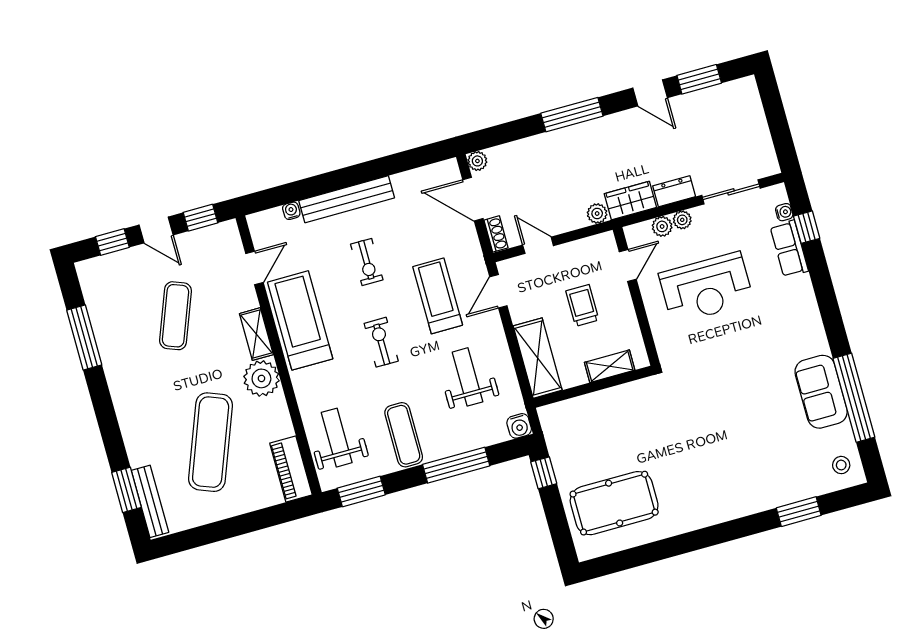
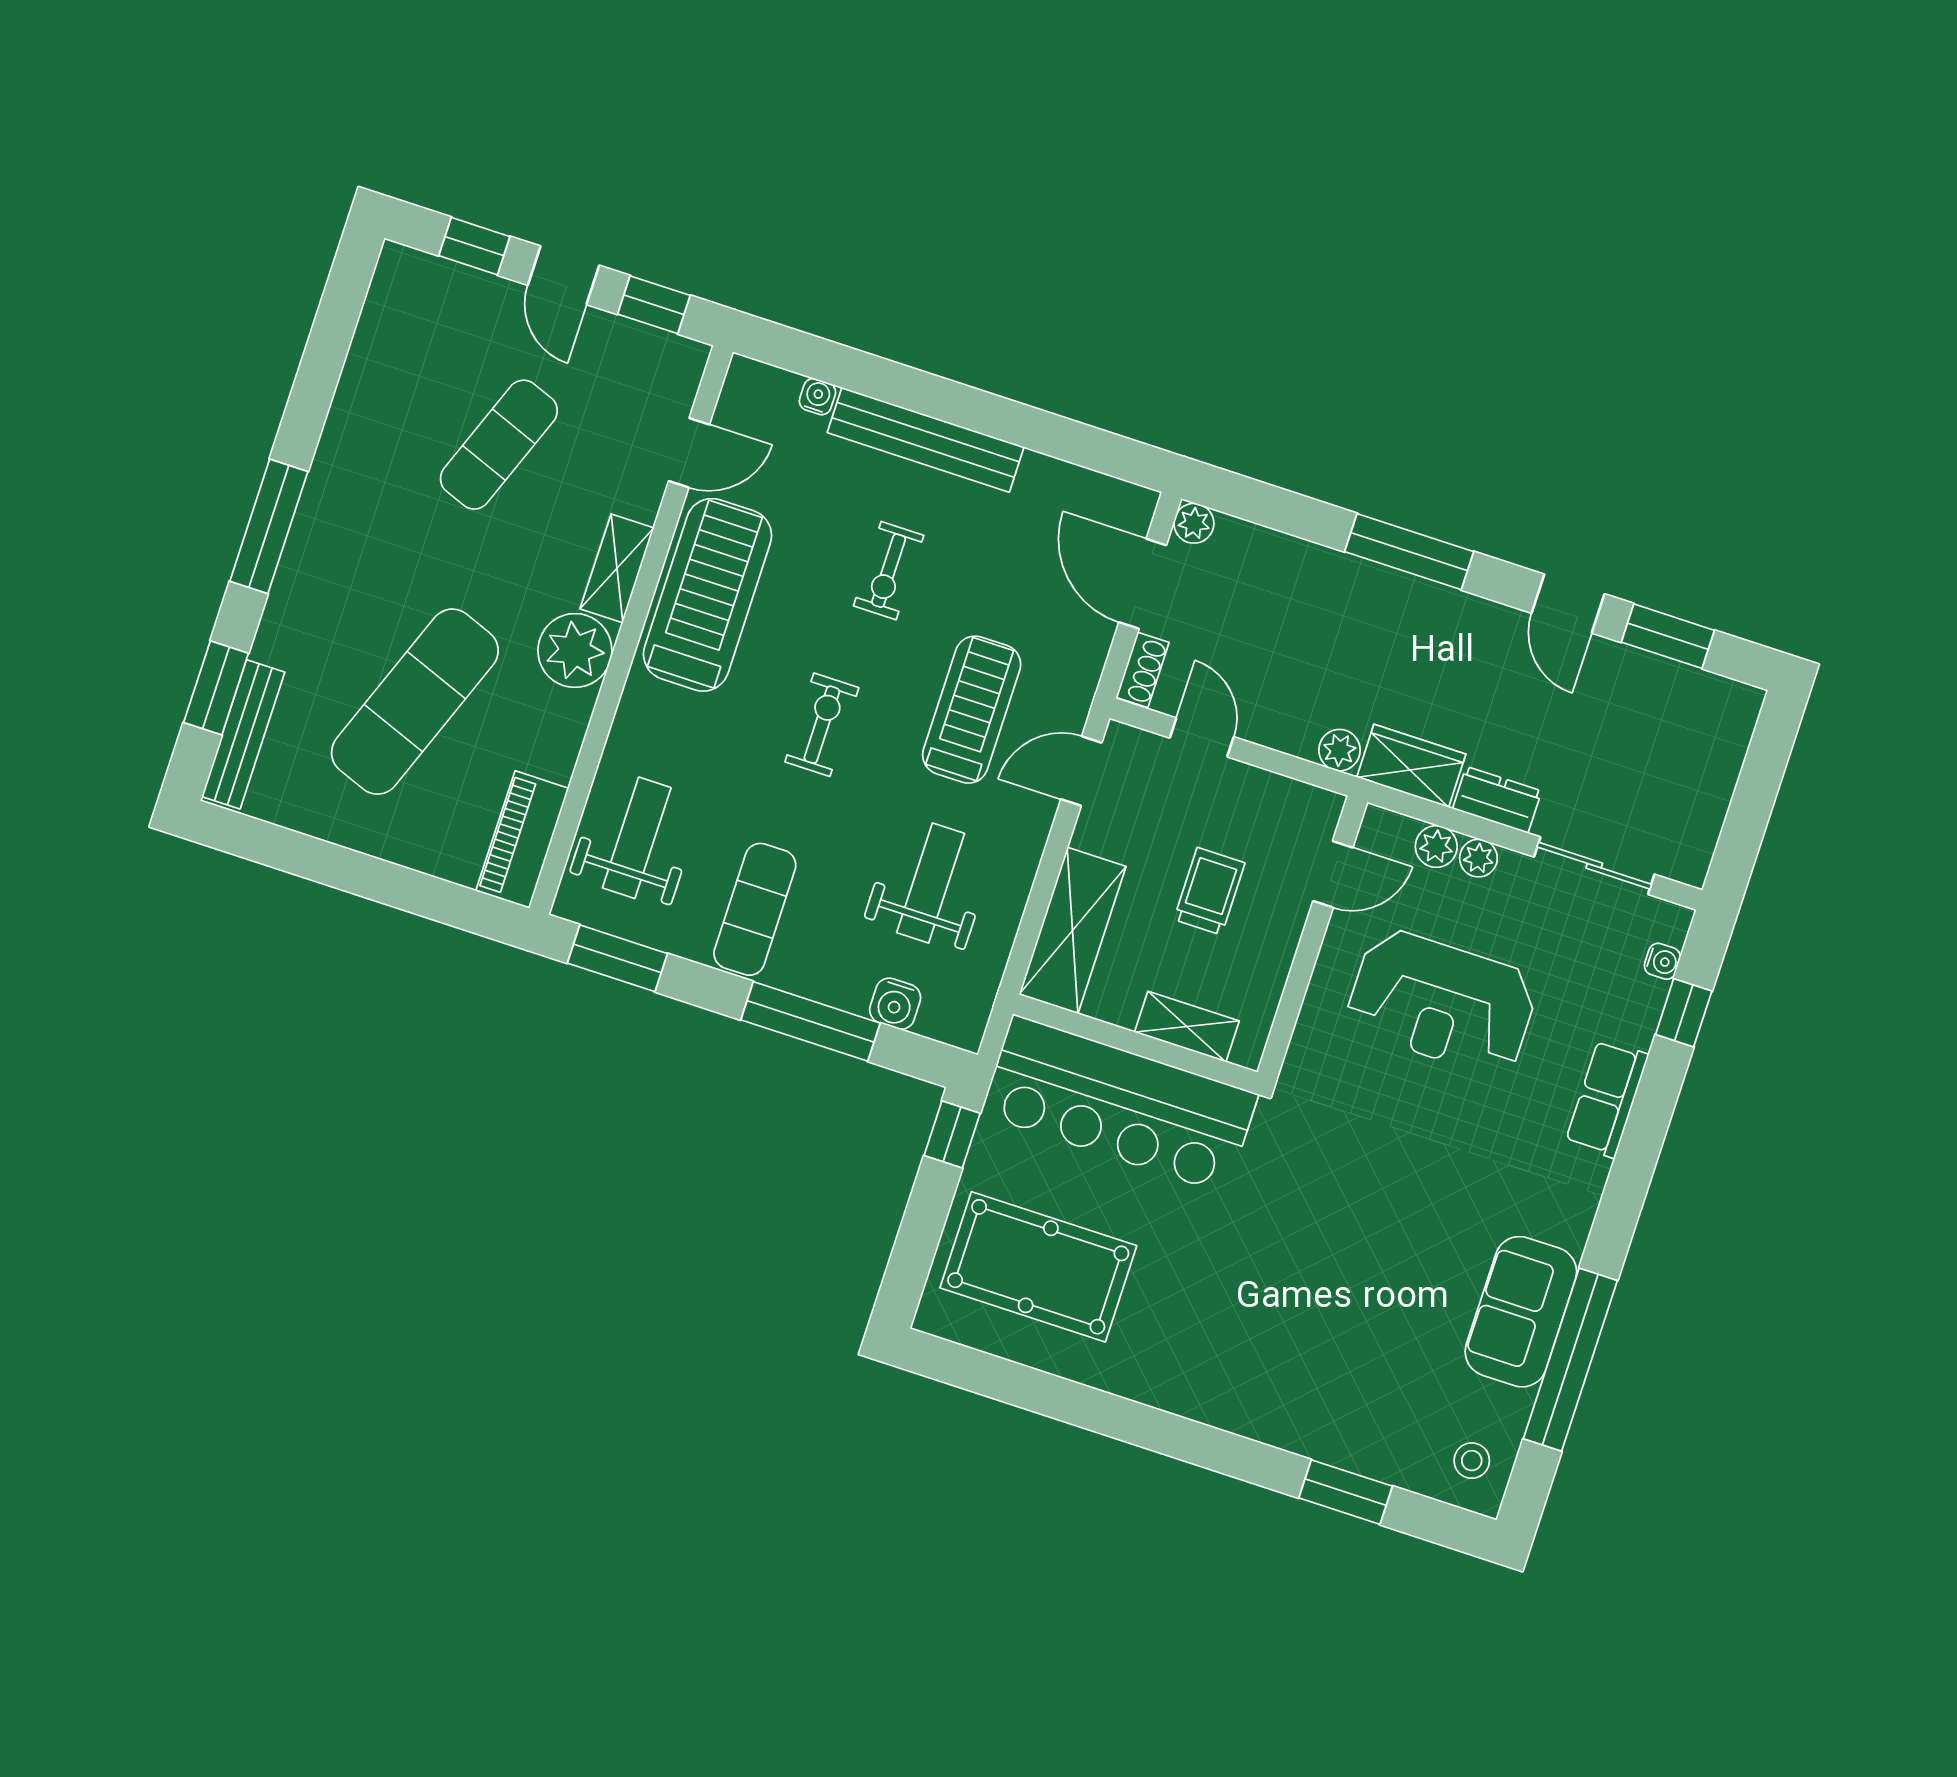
row of seats: (789, 249) -> (1607, 1098), moved
window: (84, 338) -> (269, 526), moved
bar counter: (603, 416) -> (1120, 1104), added
water cooler: (519, 426) -> (895, 1004), moved

